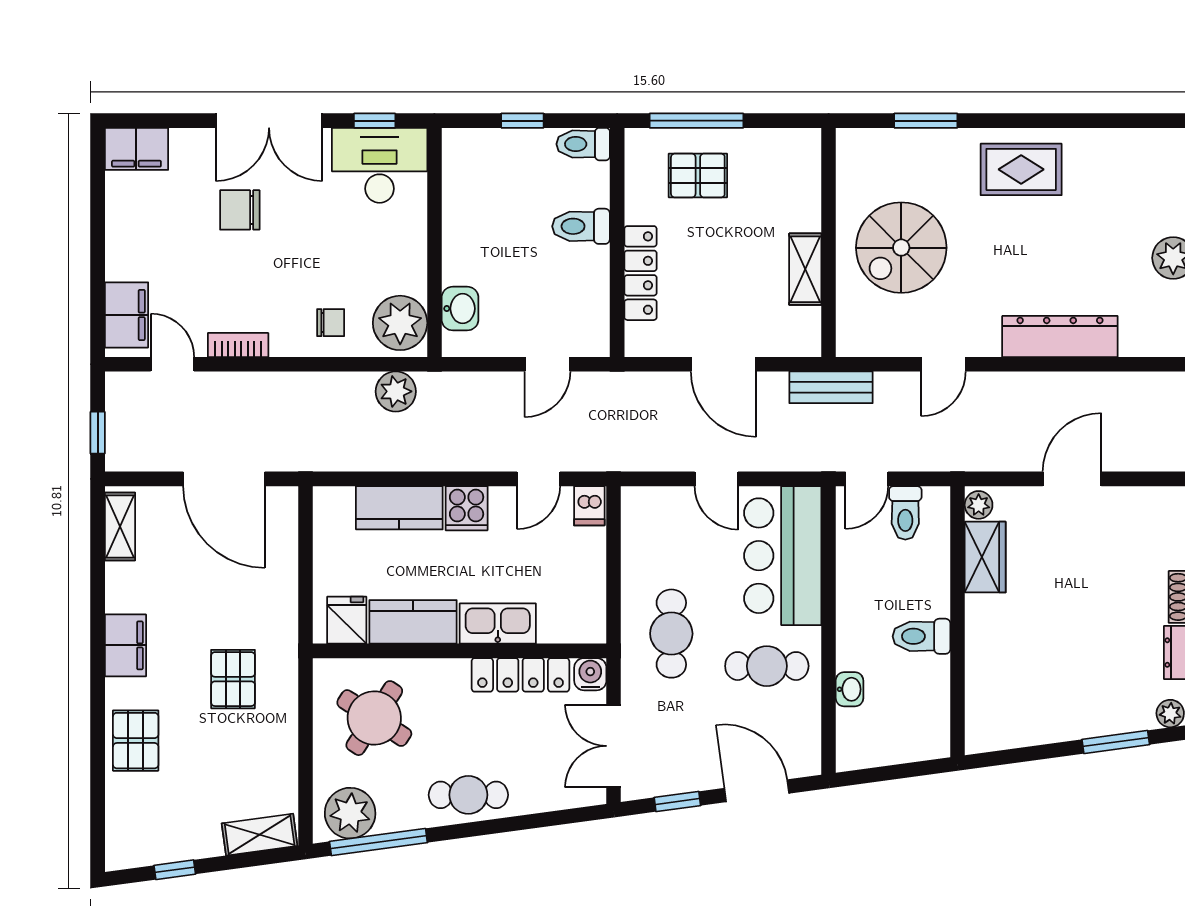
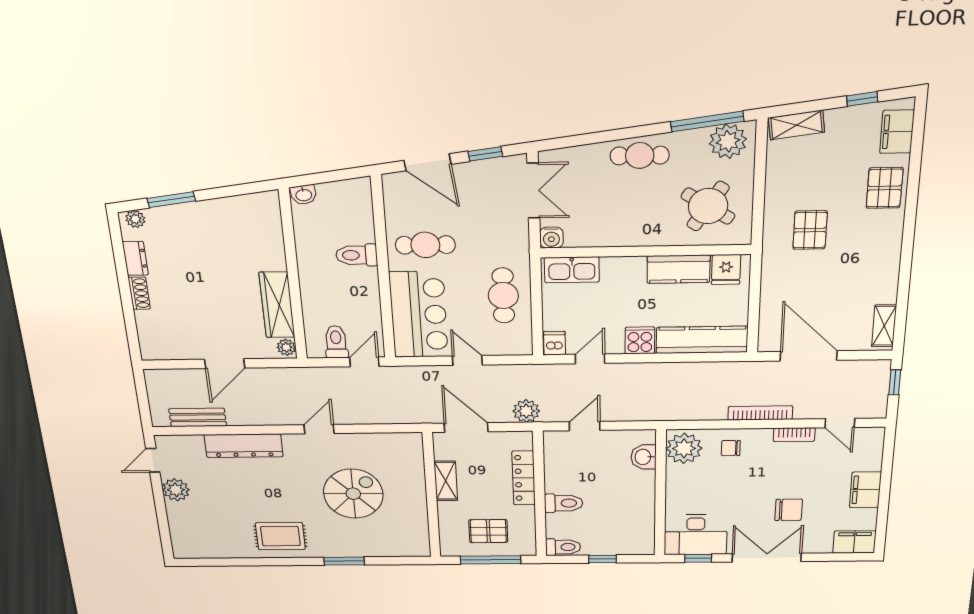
wall: (829, 242) -> (431, 496), moved
shelving: (805, 269) -> (446, 481), moved
filing cabinet: (127, 315) -> (865, 490), moved
bookcase: (290, 383) -> (760, 413), added
bench: (831, 387) -> (198, 417), moved
plant: (396, 391) -> (526, 411), moved
kitchen counter: (399, 508) -> (702, 340), width x1.50
wardrobe: (985, 557) -> (277, 305), width x1.50
kitchen sink: (498, 624) -> (572, 270), moved
cafe table: (671, 634) -> (503, 295), moved
toilet: (921, 636) -> (357, 255), moved, turned 180
filing cabinet: (125, 645) -> (897, 132), moved
locker: (520, 675) -> (602, 236), removed
washbasin: (849, 689) -> (304, 195), moved, turned -98

